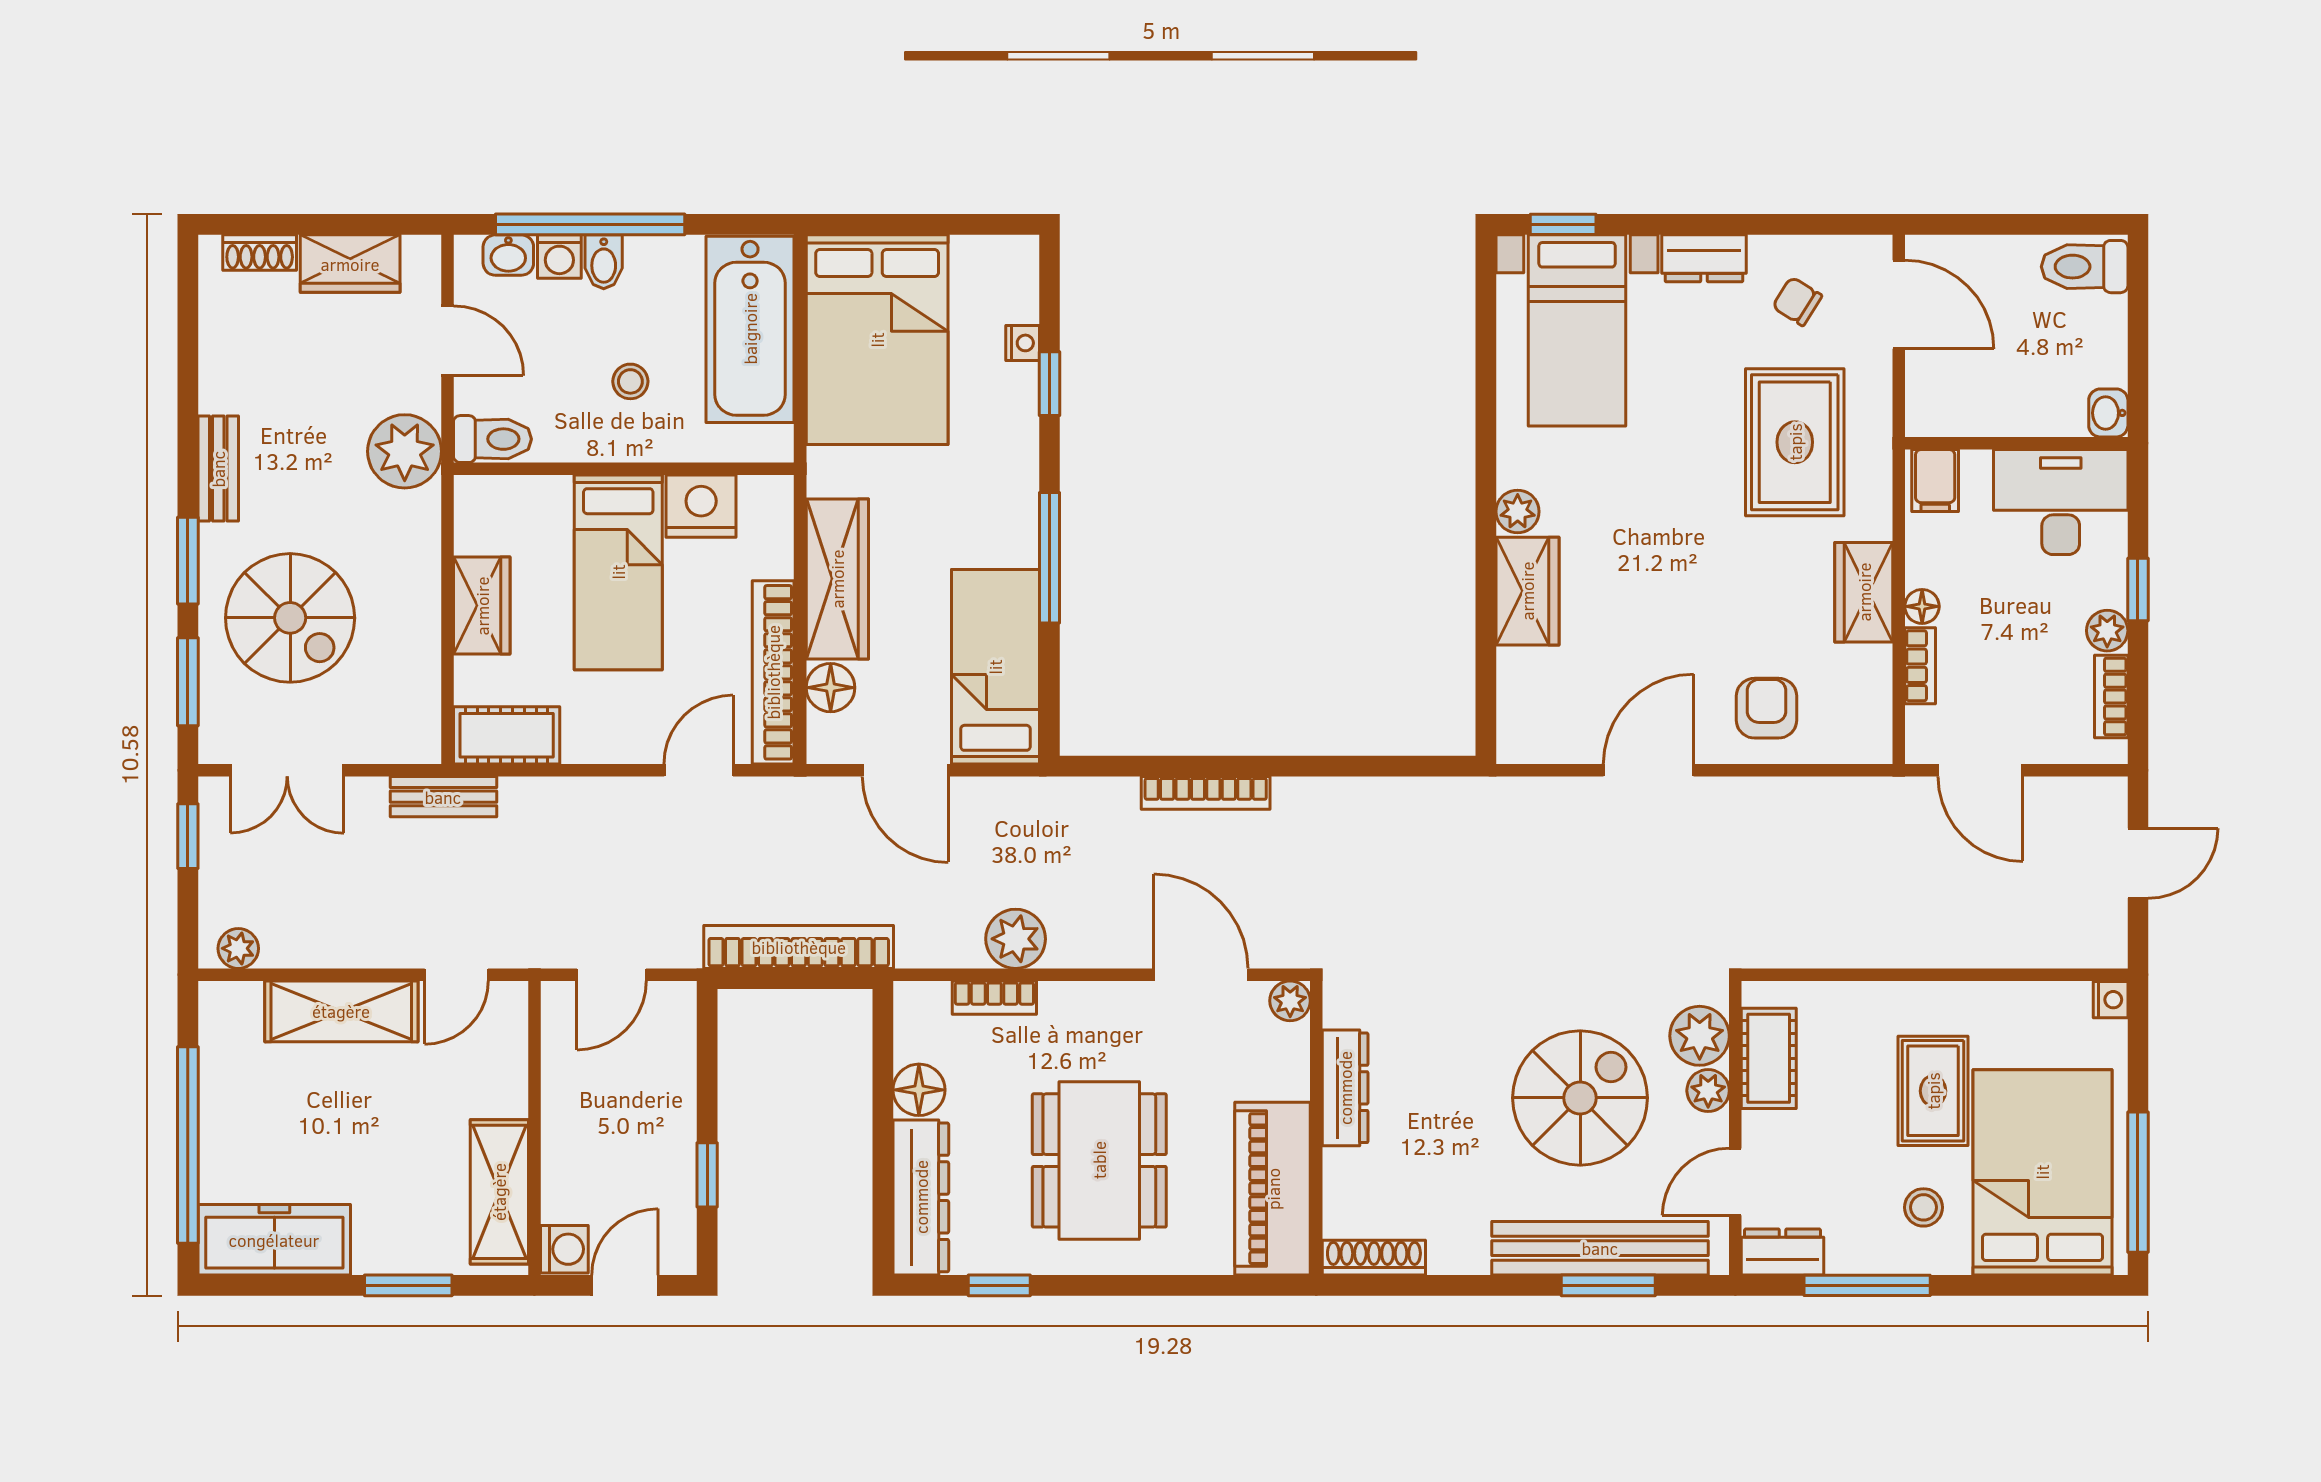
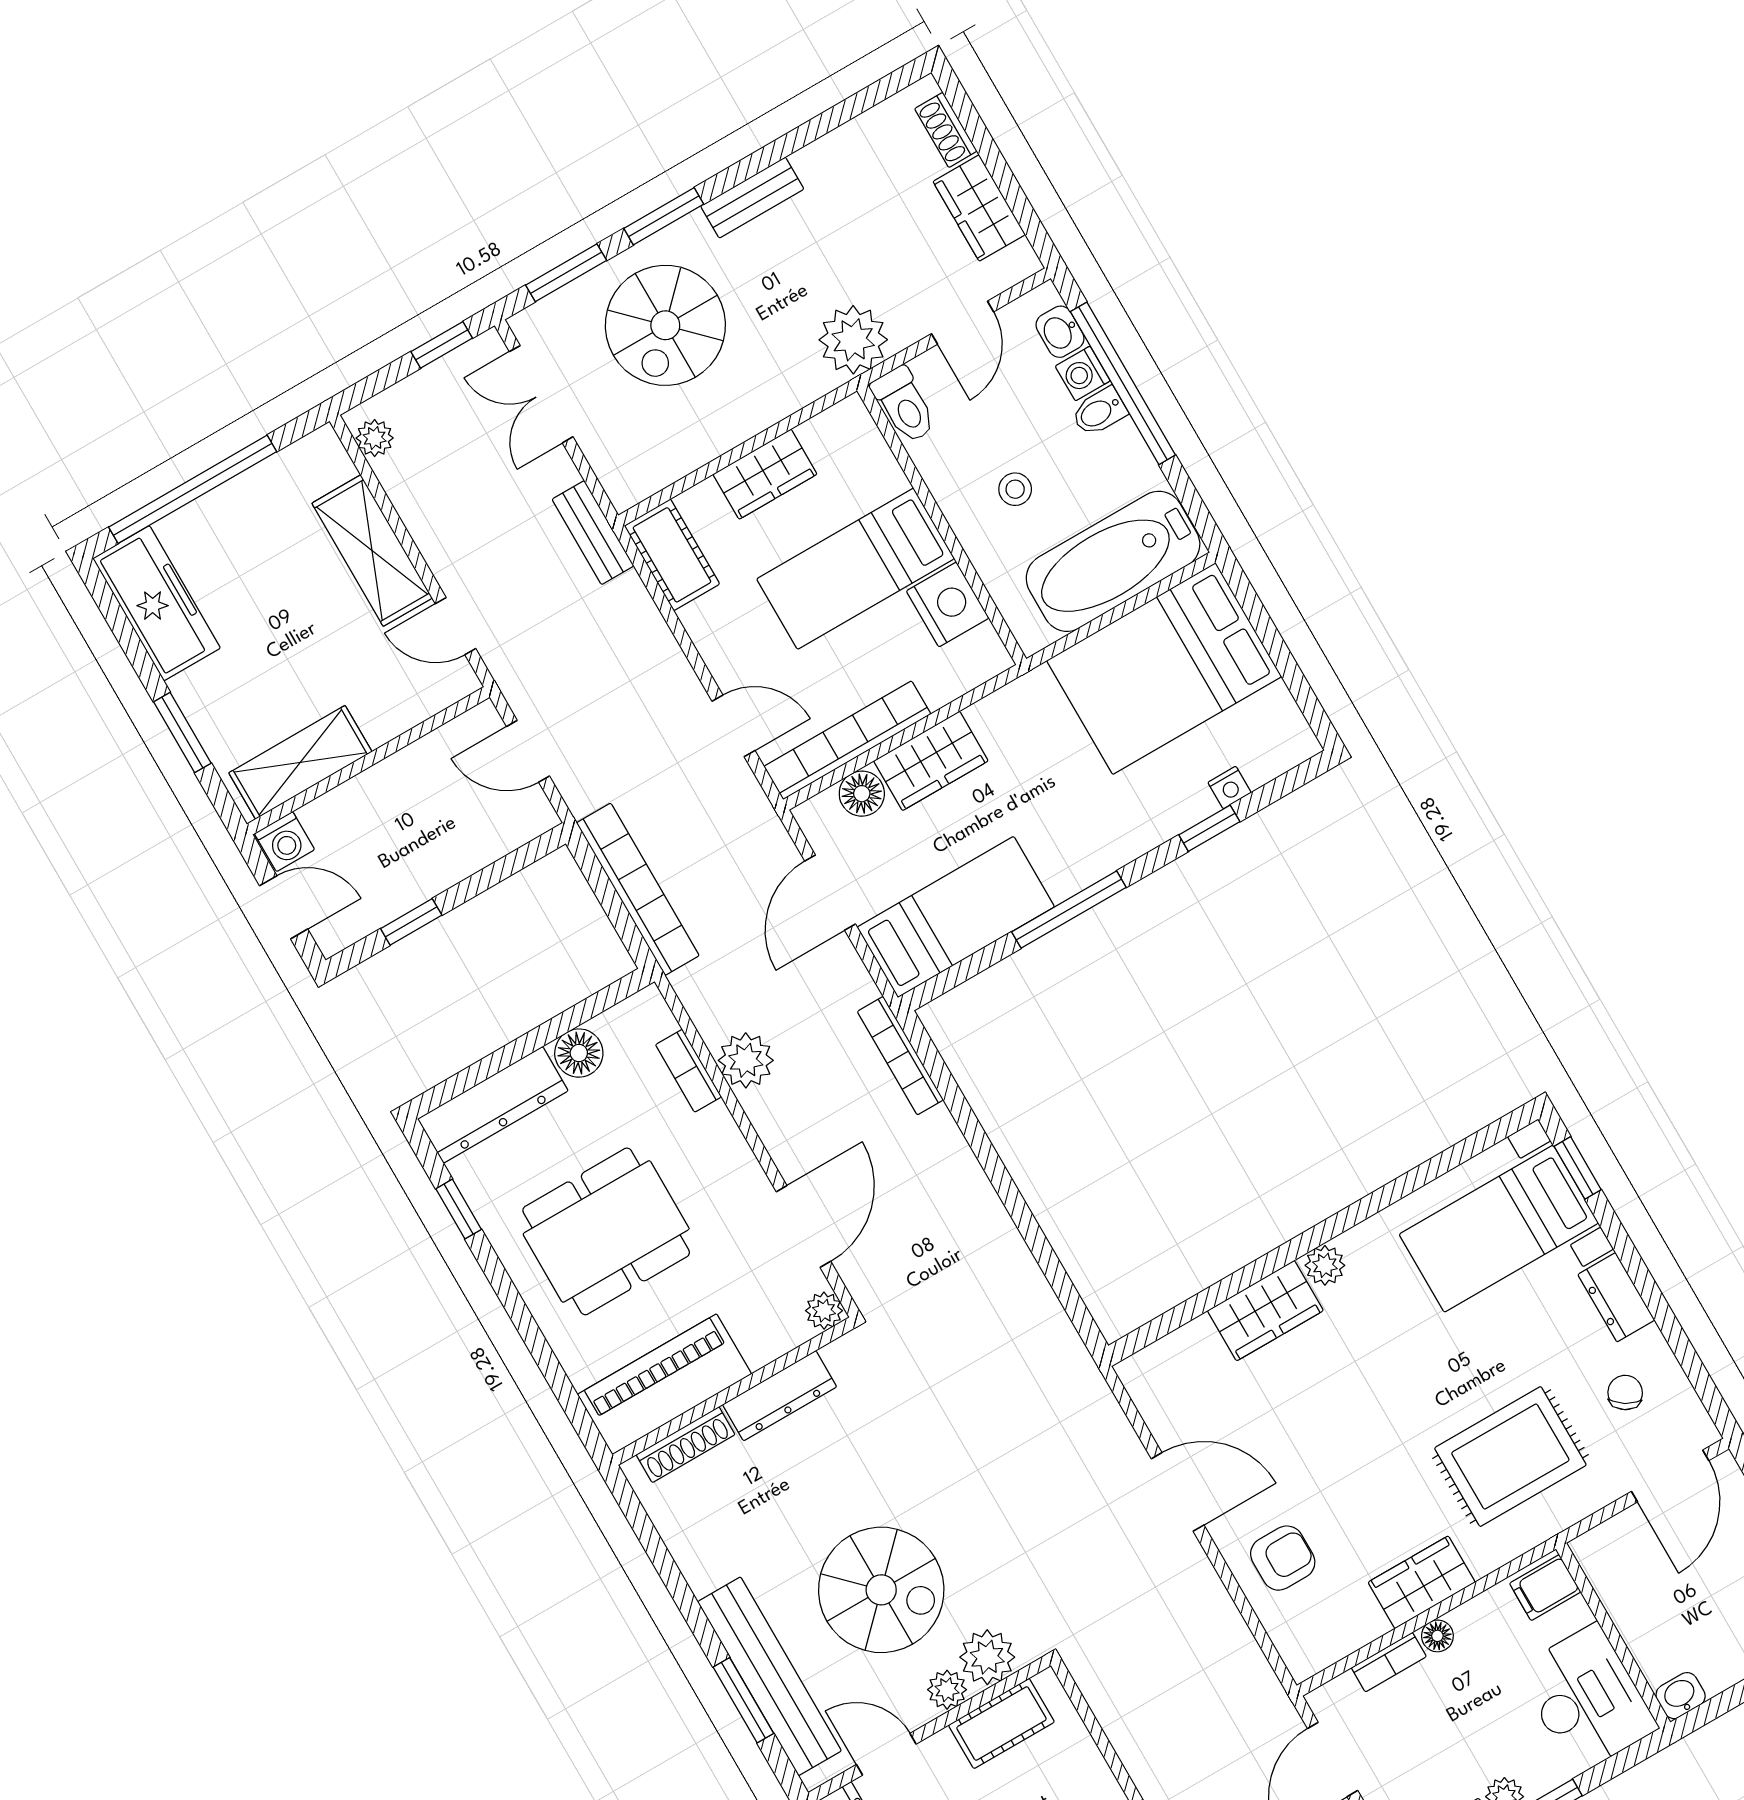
wardrobe: (837, 579) -> (931, 761), width x0.67
bookcase: (1206, 793) -> (900, 1056), moved
shoe rack: (1374, 1258) -> (686, 1445), moved, turned 90

